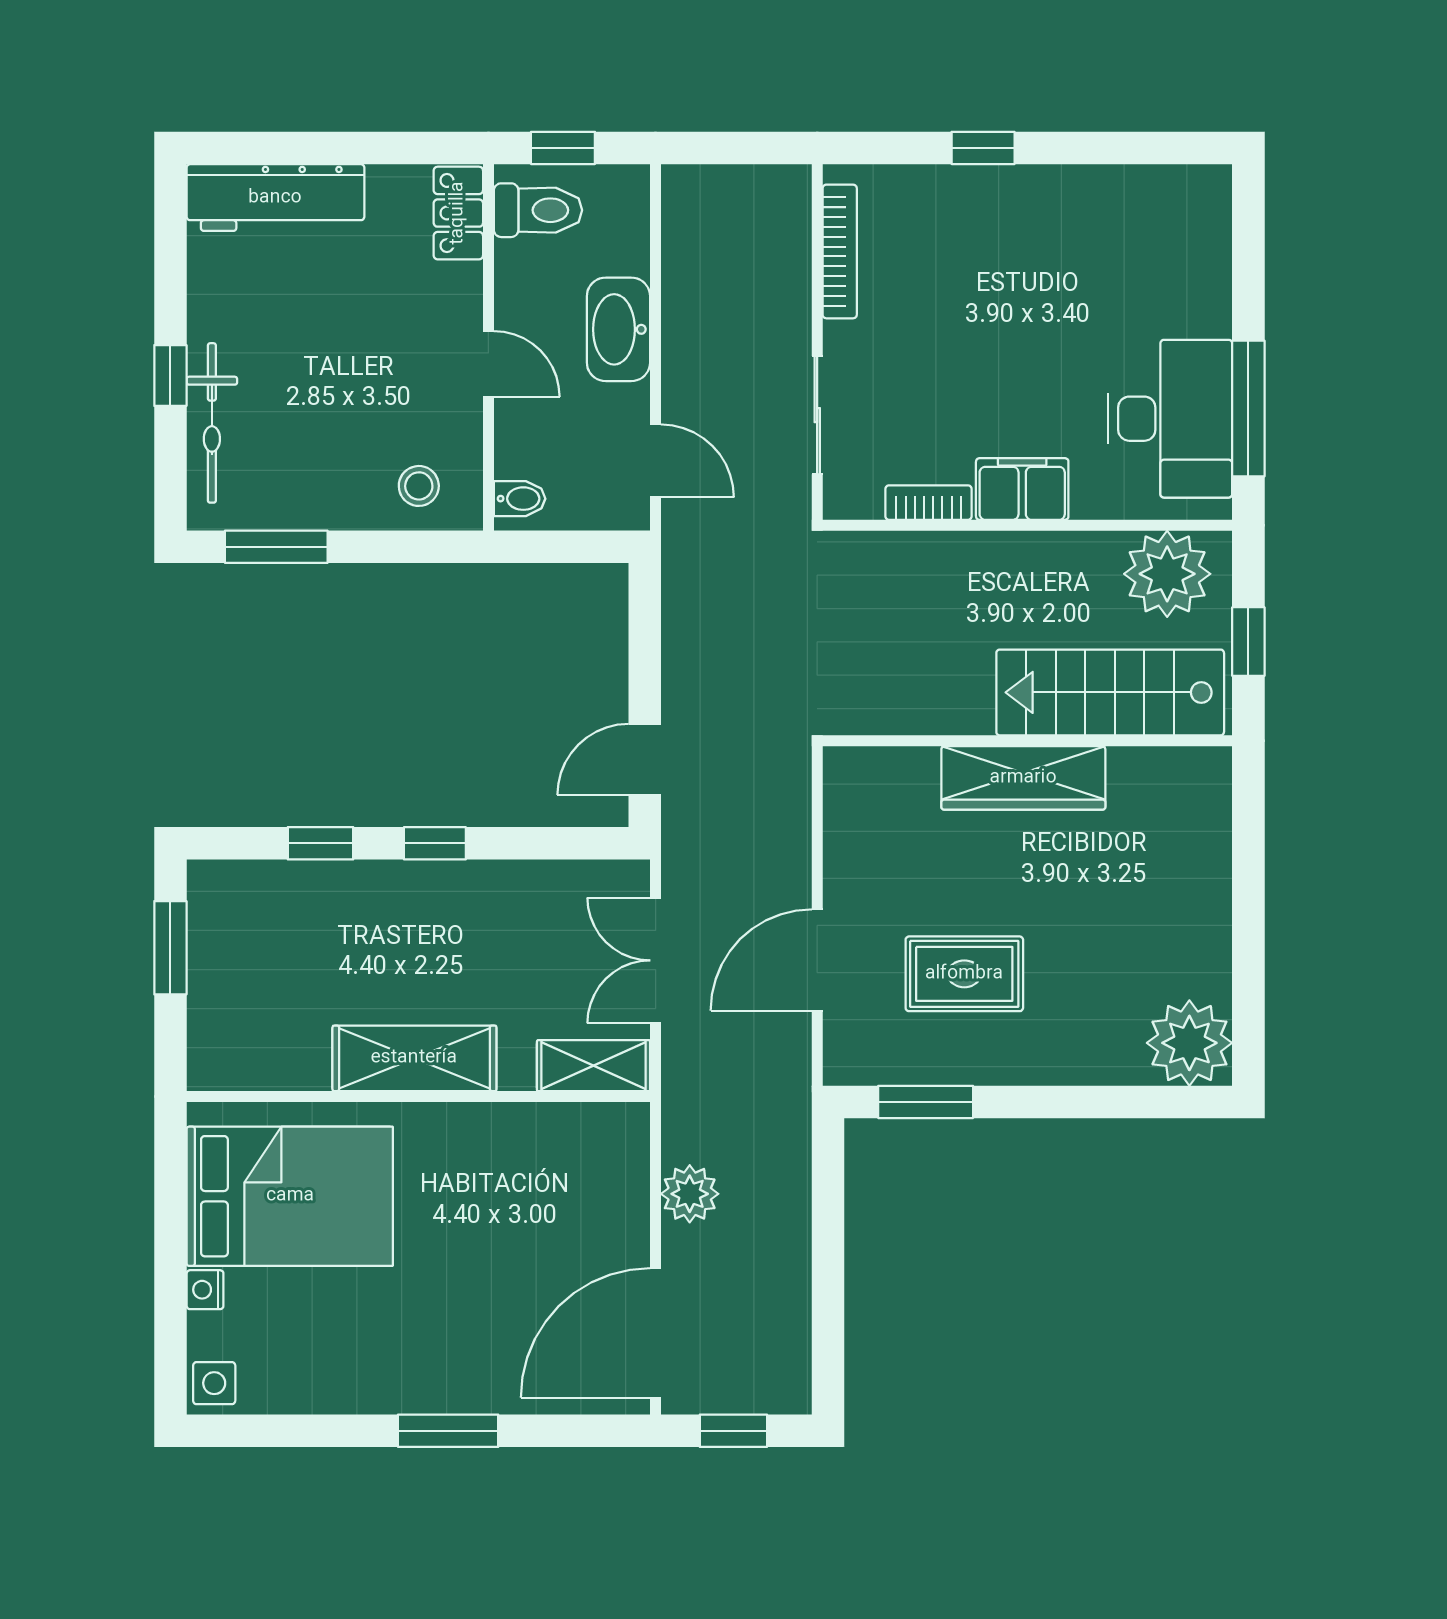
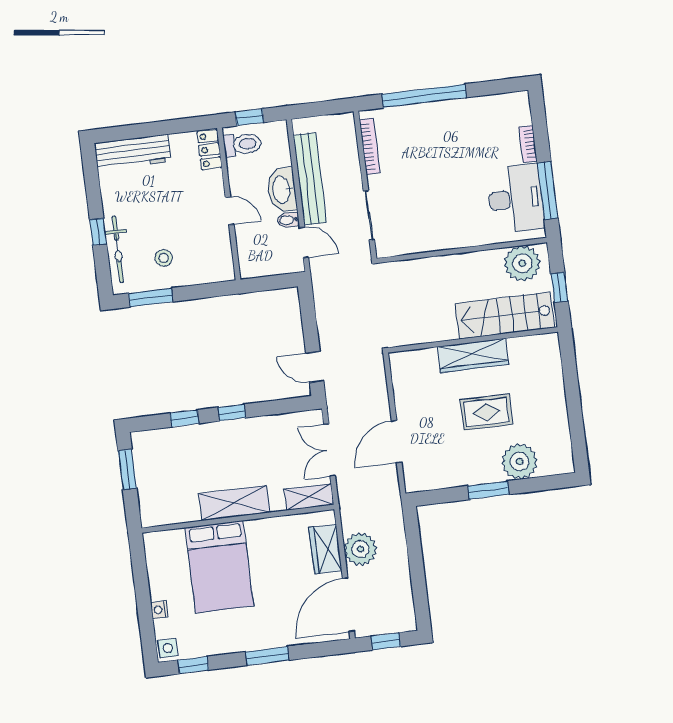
window: (983, 148) -> (424, 96), width x3.17
bench: (688, 312) -> (310, 179), added
stool: (419, 486) -> (164, 258), moved
filing cabinet: (1022, 489) -> (458, 236), removed
bidet: (520, 499) -> (288, 220), moved, turned 180
bookcase: (929, 503) -> (528, 144), moved, turned -90
door: (645, 759) -> (315, 367), hinge flipped
rug: (964, 974) -> (486, 412), moved
plant: (1189, 1043) -> (520, 462), moved
window: (926, 1102) -> (488, 490), moved
wardrobe: (617, 1194) -> (326, 549), added
plant: (690, 1194) -> (360, 549), width x1.36, depth x1.36
bed: (290, 1196) -> (219, 567), moved, turned 90
window: (270, 1431) -> (193, 665), added

